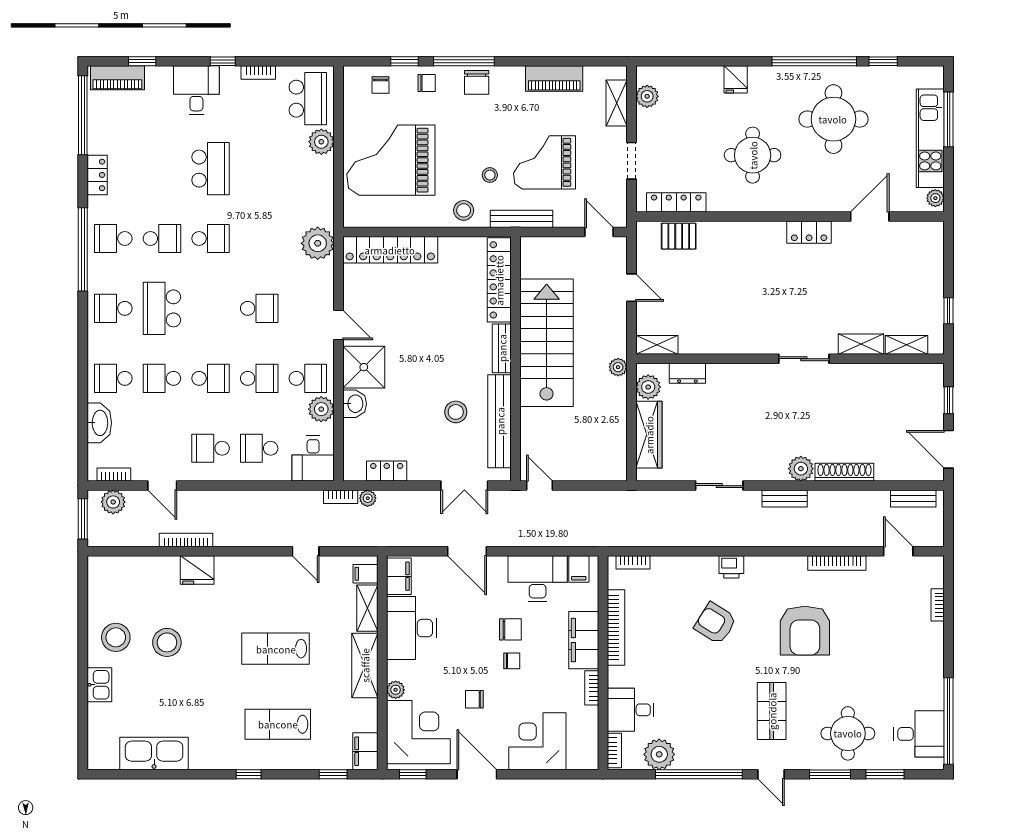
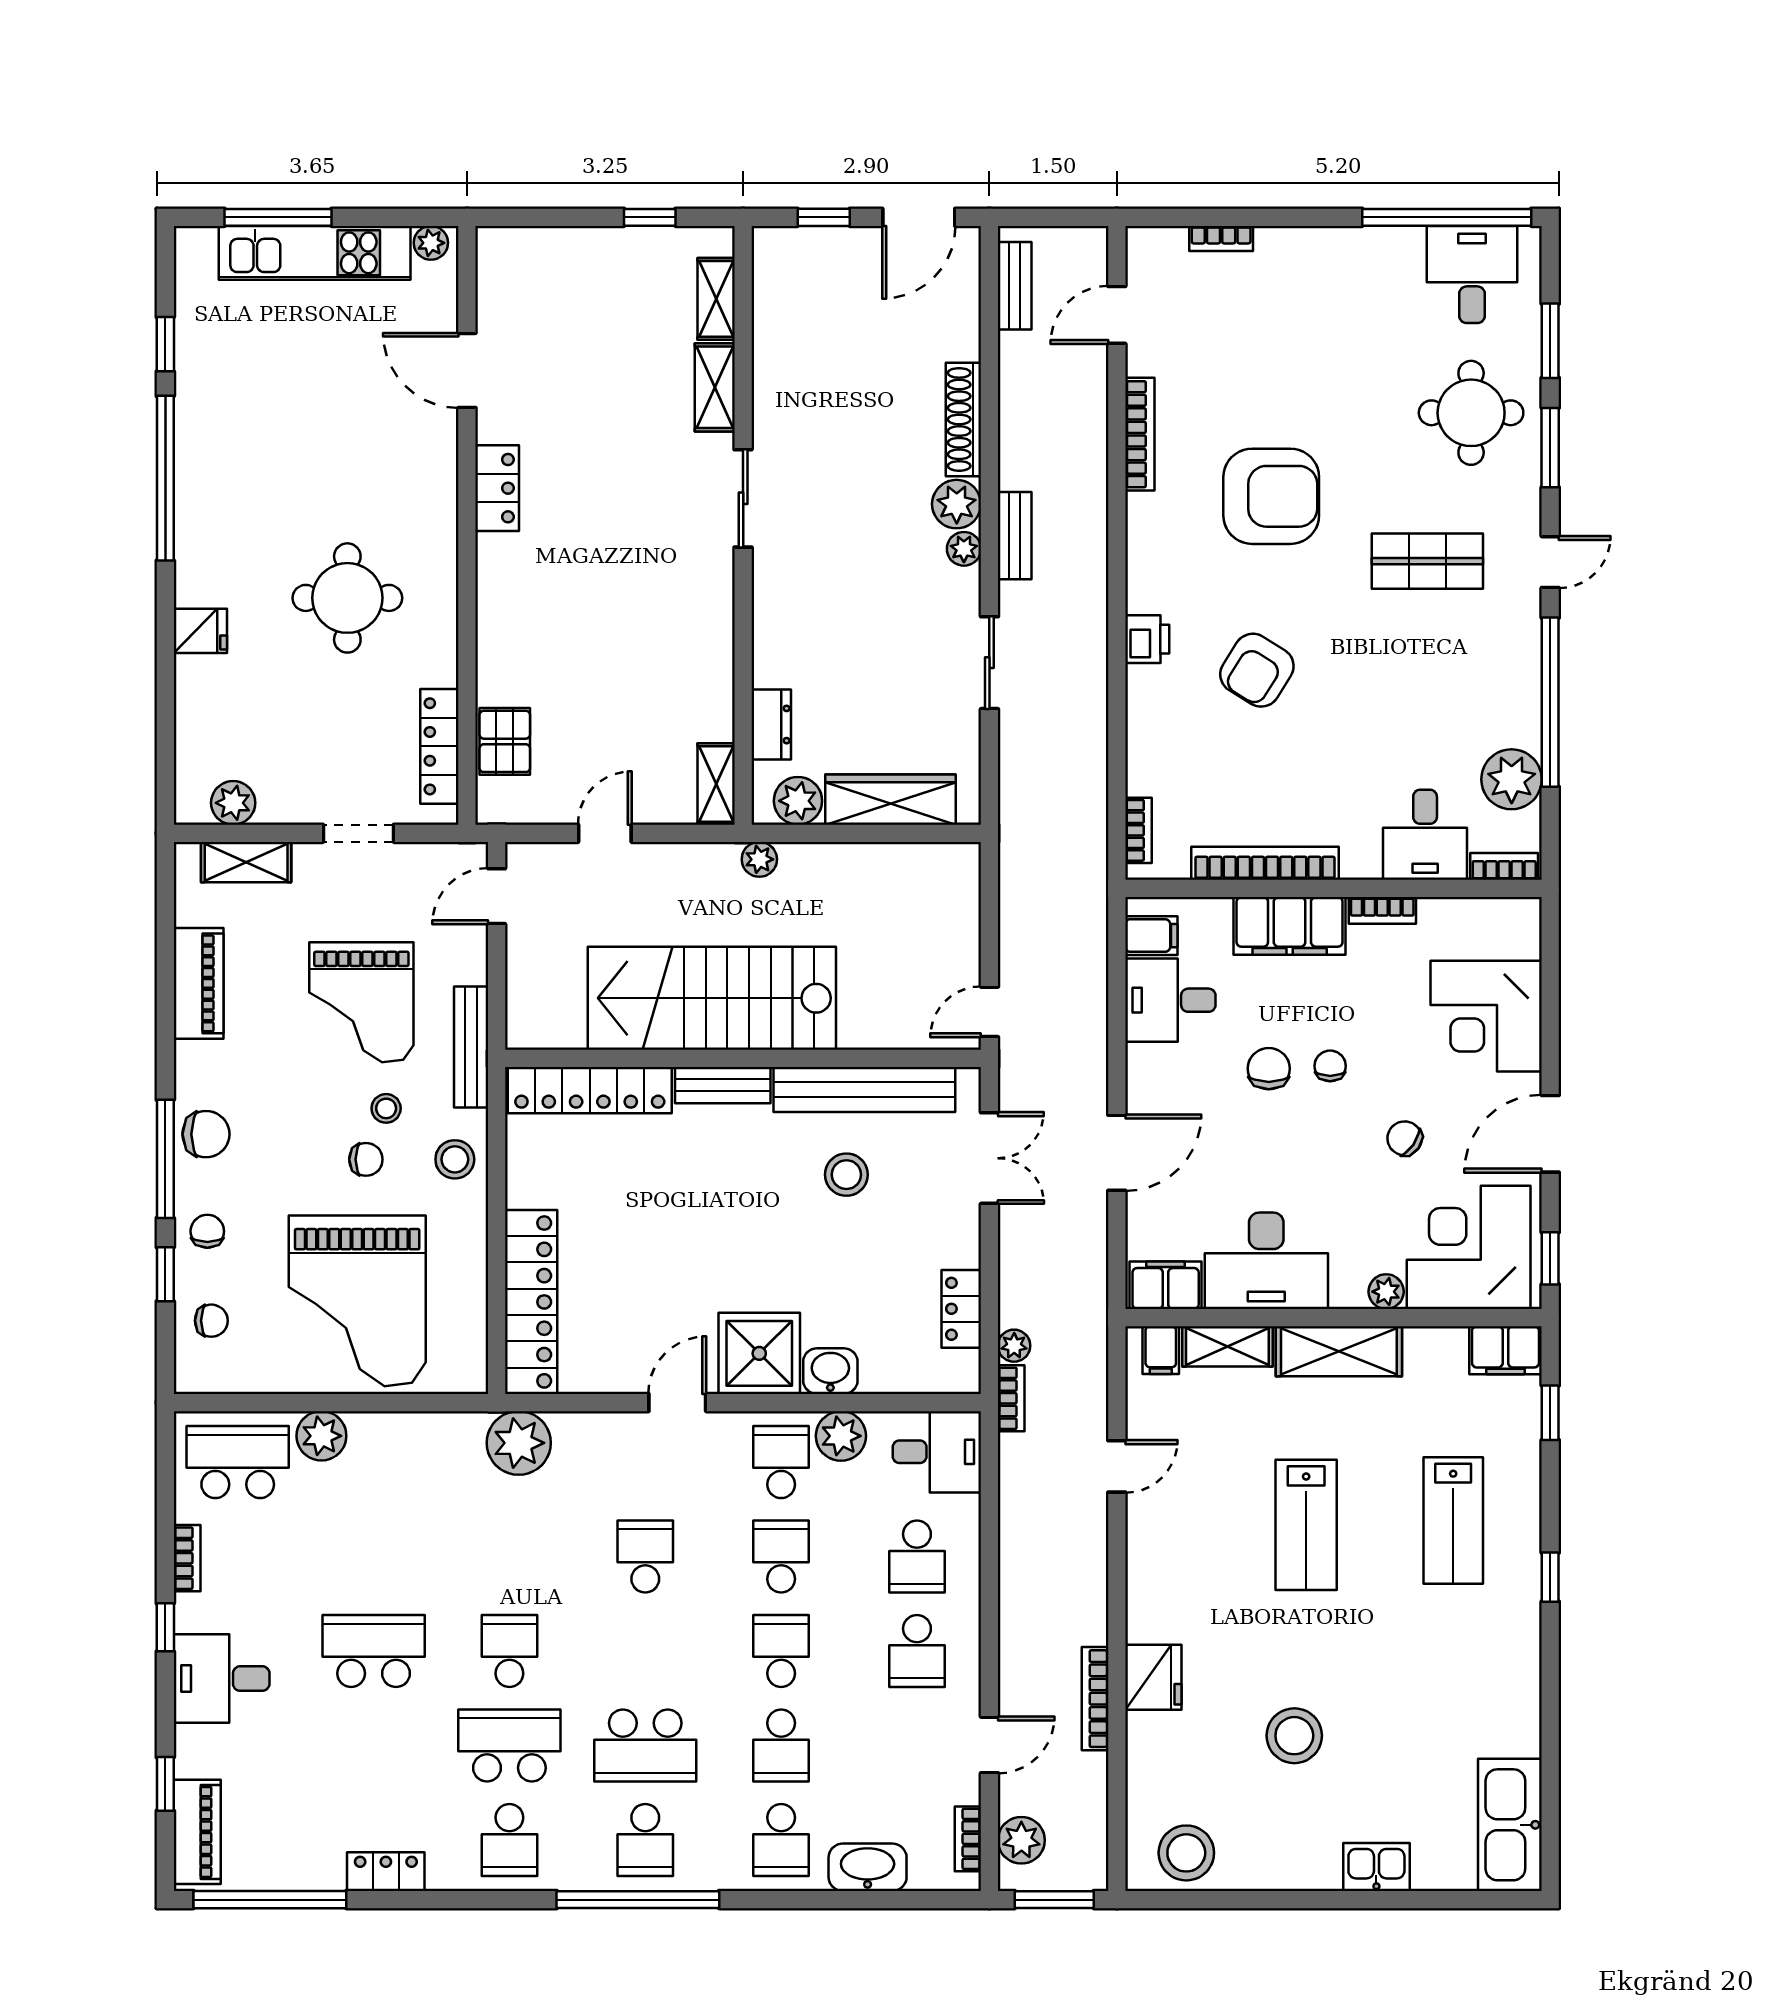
round table: (833, 119) -> (277, 441), removed
chair: (464, 165) -> (366, 1159), added
school desk: (162, 239) -> (509, 1745), width x1.85
window: (83, 249) -> (638, 1900), moved
plant: (778, 472) -> (964, 549), added
desk: (538, 579) -> (1170, 1000), width x0.73
stool: (116, 637) -> (1186, 1853), moved
chair: (474, 699) -> (1405, 1138), turned 125
kitchen sink: (154, 753) -> (1510, 1825), moved

